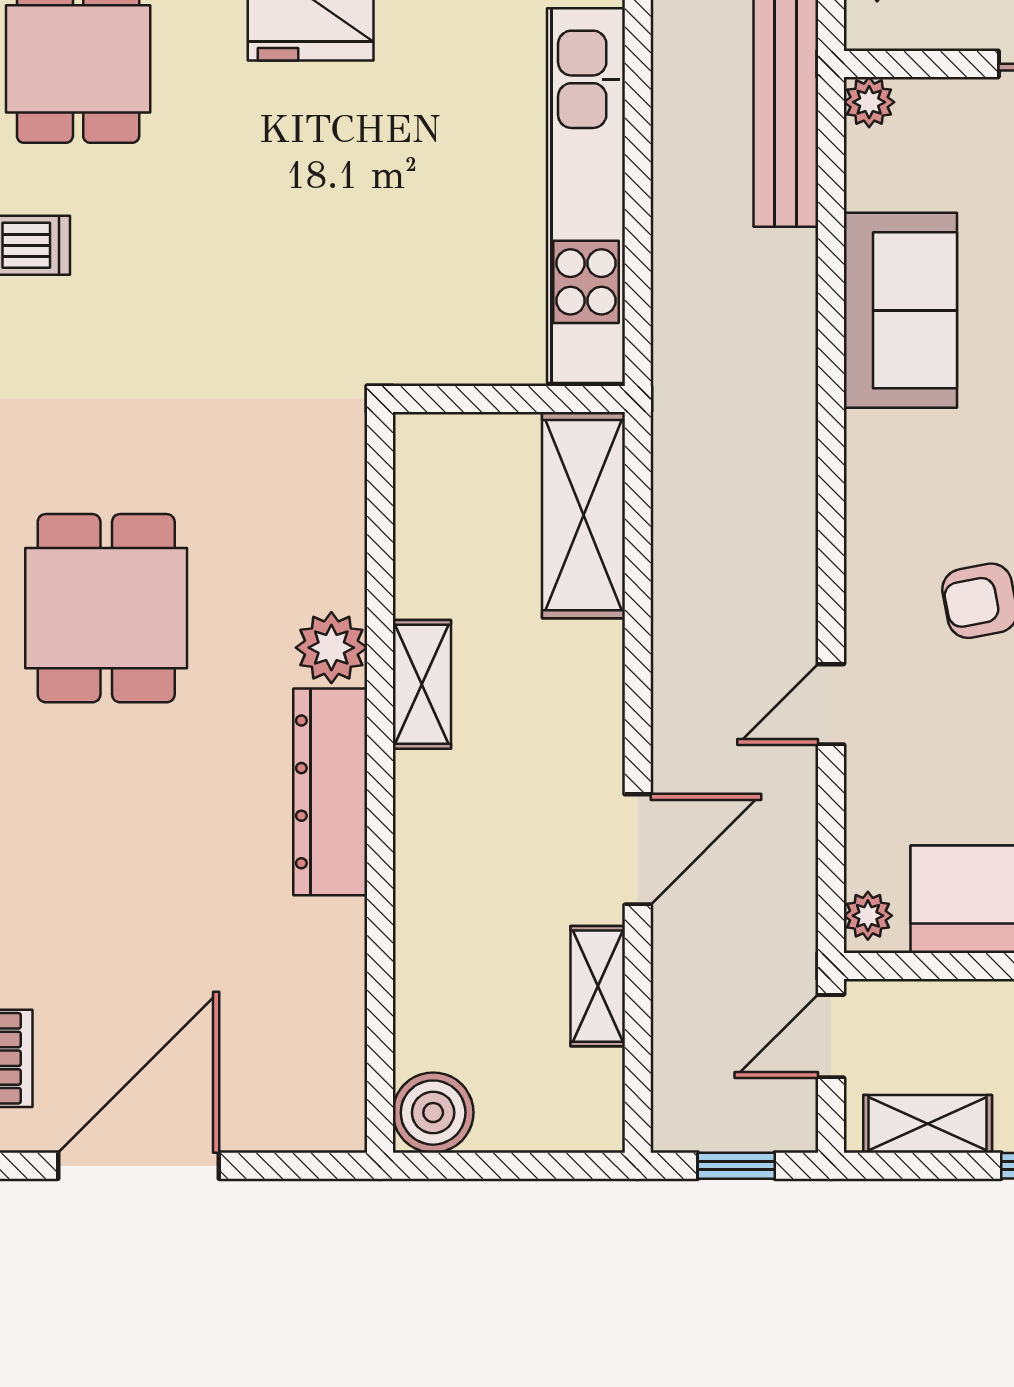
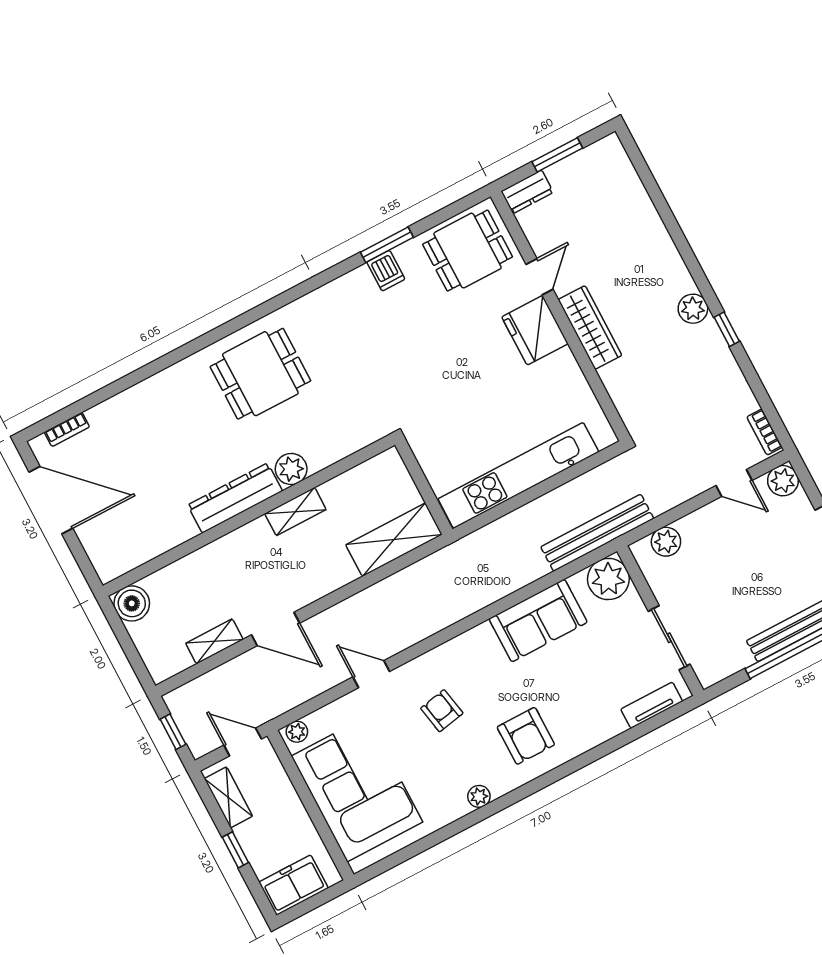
plant: (869, 102) -> (608, 579), width x1.88, depth x1.88

